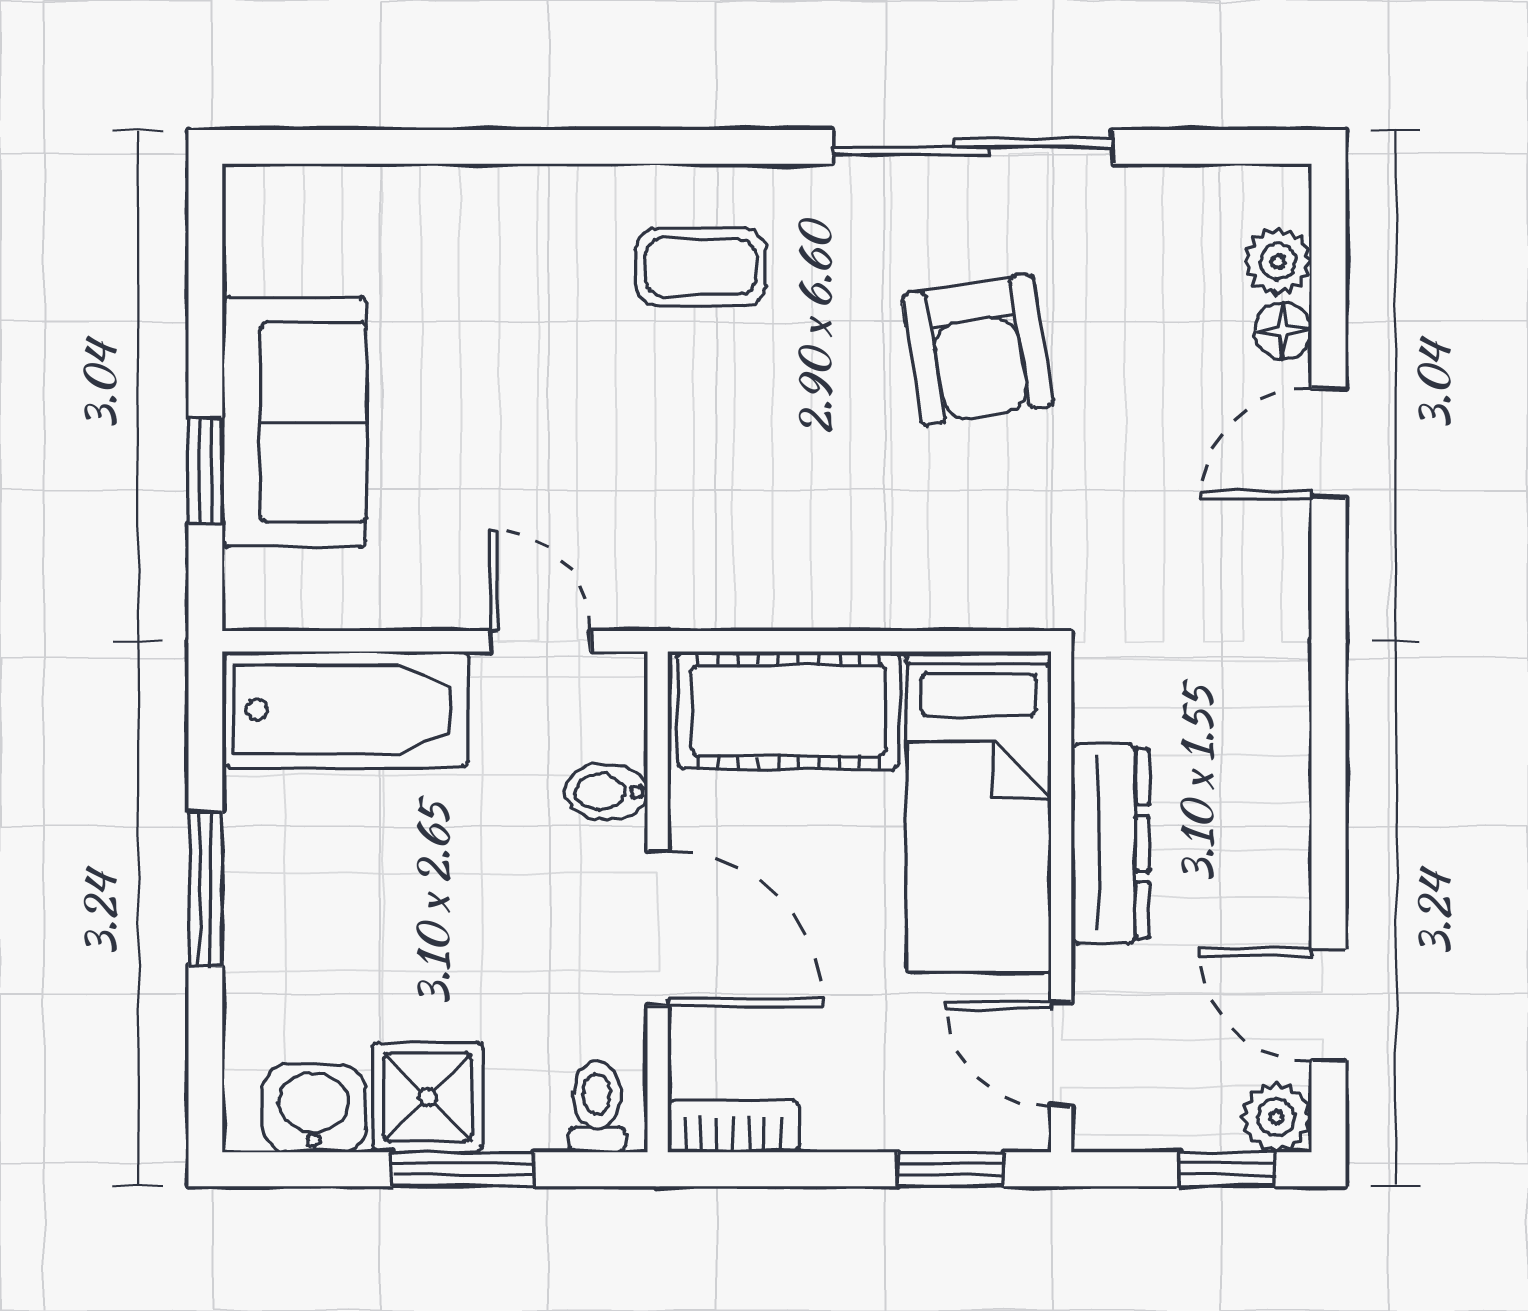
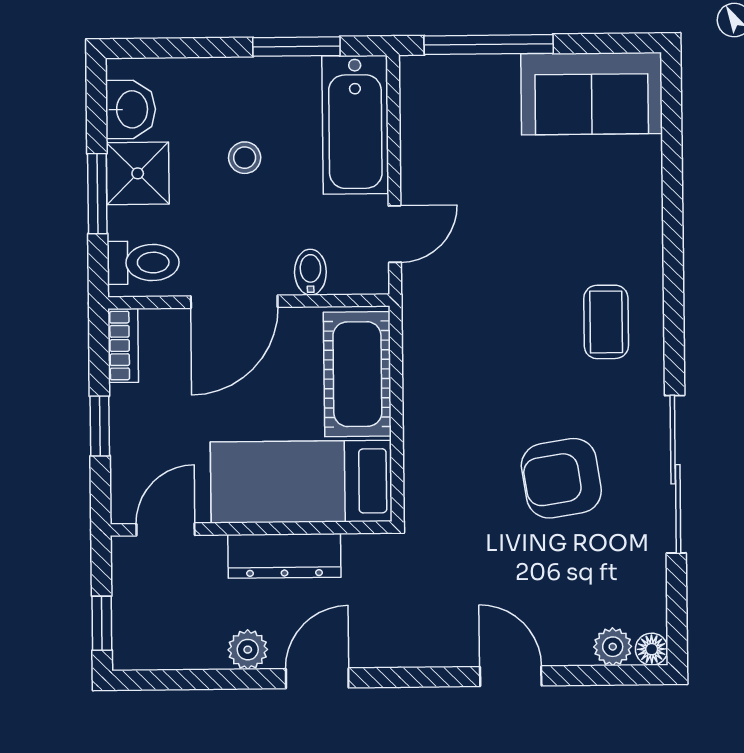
floor lamp: (1283, 331) -> (652, 649), moved
sofa: (294, 422) -> (592, 94), moved
window: (205, 471) -> (489, 45), width x2.17
window: (205, 889) -> (296, 47), moved
stool: (402, 907) -> (245, 158), added
door: (1328, 1005) -> (317, 678), moved
toilet: (597, 1107) -> (143, 263), width x1.37, depth x1.39
plant: (1276, 1117) -> (248, 650), moved
window: (950, 1169) -> (100, 426), moved

